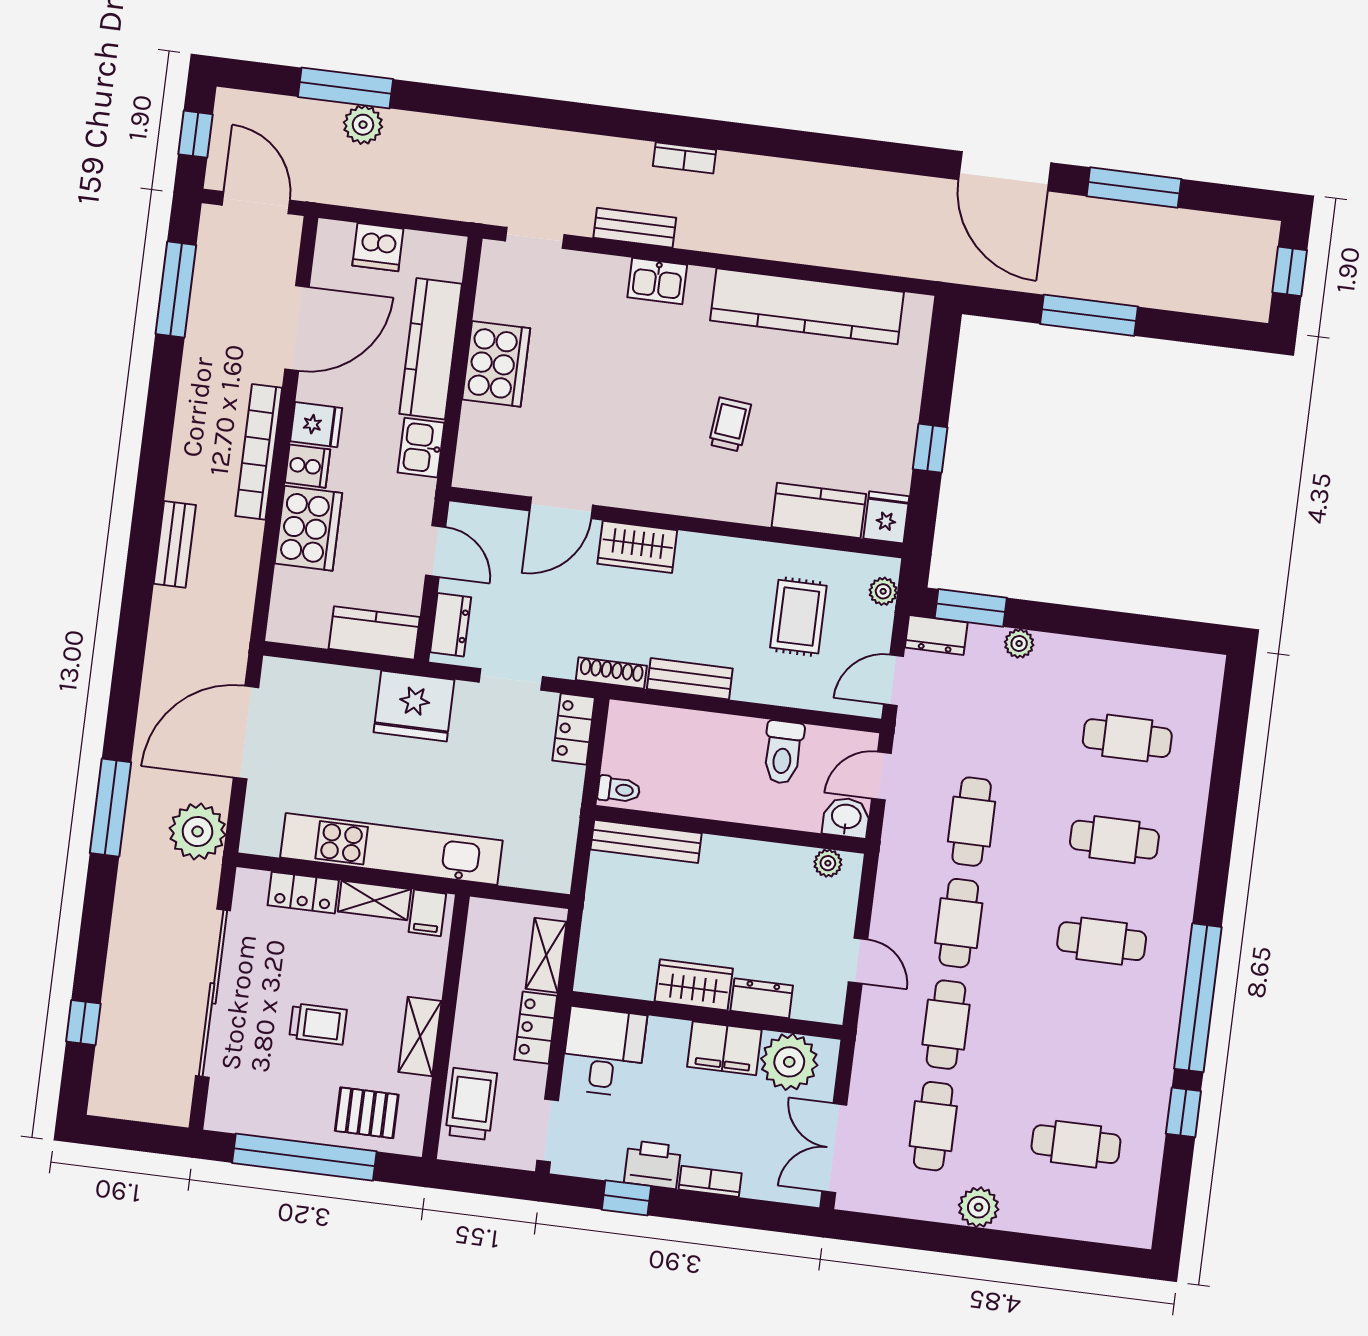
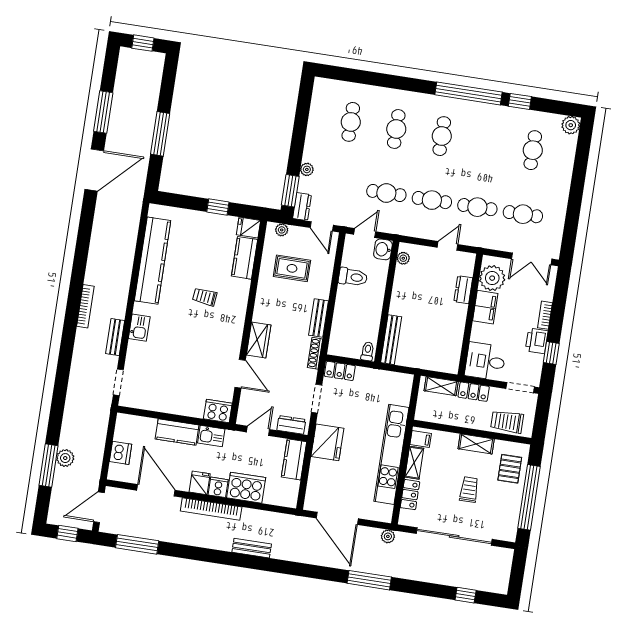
bookcase: (685, 158) -> (85, 306), width x1.56
kitchen counter: (431, 349) -> (177, 432), width x0.67
cooker: (496, 364) -> (218, 411), moved, width x0.73, depth x0.76
door: (881, 776) -> (365, 233), swing flipped
plant: (198, 831) -> (388, 536), width x0.53, depth x0.53
wardrobe: (694, 985) -> (456, 320), removed
plant: (979, 1207) -> (571, 125), moved

